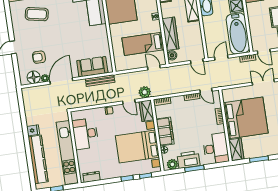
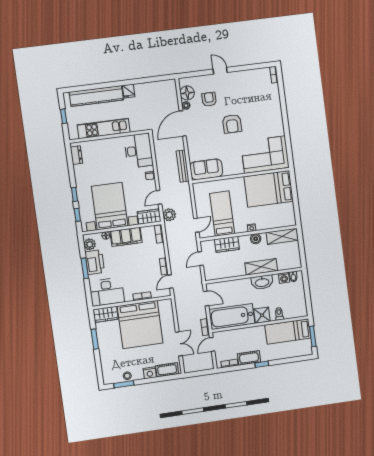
coffee table: (37, 14) -> (256, 98), removed
wardrobe: (170, 34) -> (227, 244), width x0.67
armchair: (61, 36) -> (232, 124), added
boiler: (172, 55) -> (256, 239), moved
door: (197, 61) -> (201, 259), moved
sofa: (92, 67) -> (206, 169), moved, turned -90
door: (61, 81) -> (183, 123), swing flipped
desk: (85, 134) -> (138, 151), moved, turned 90
kitchen unit: (67, 153) -> (104, 129), width x0.73

